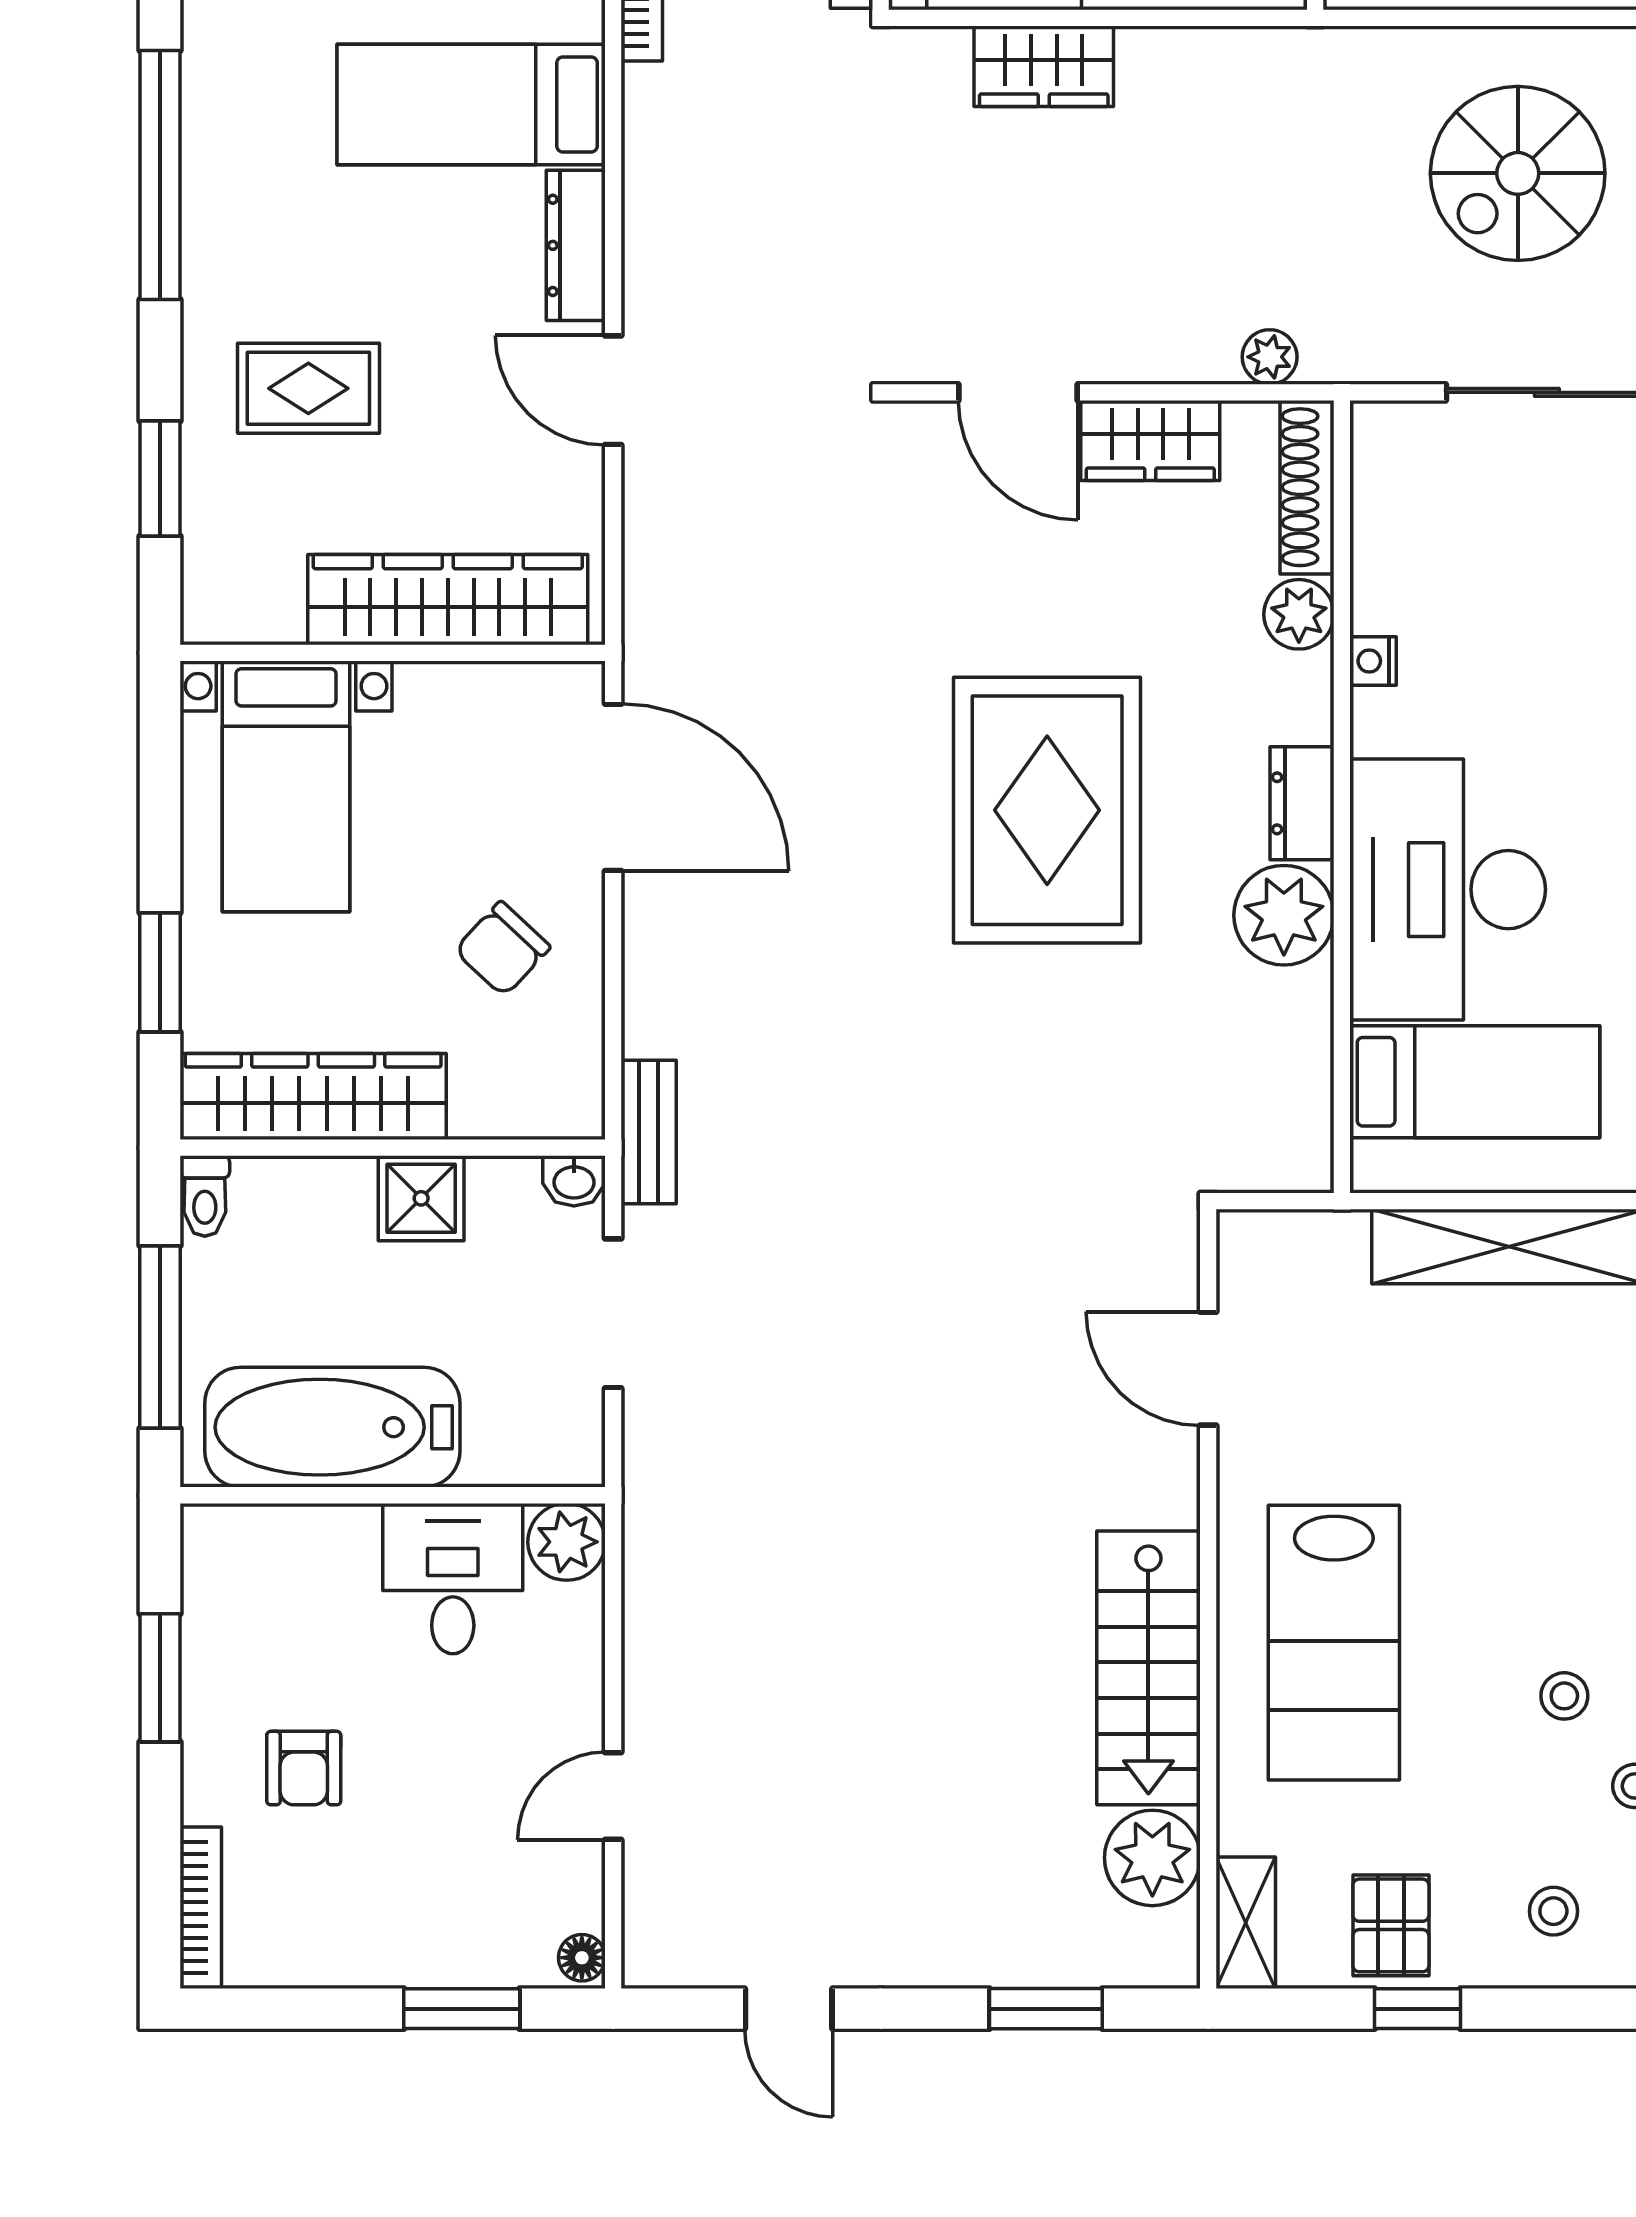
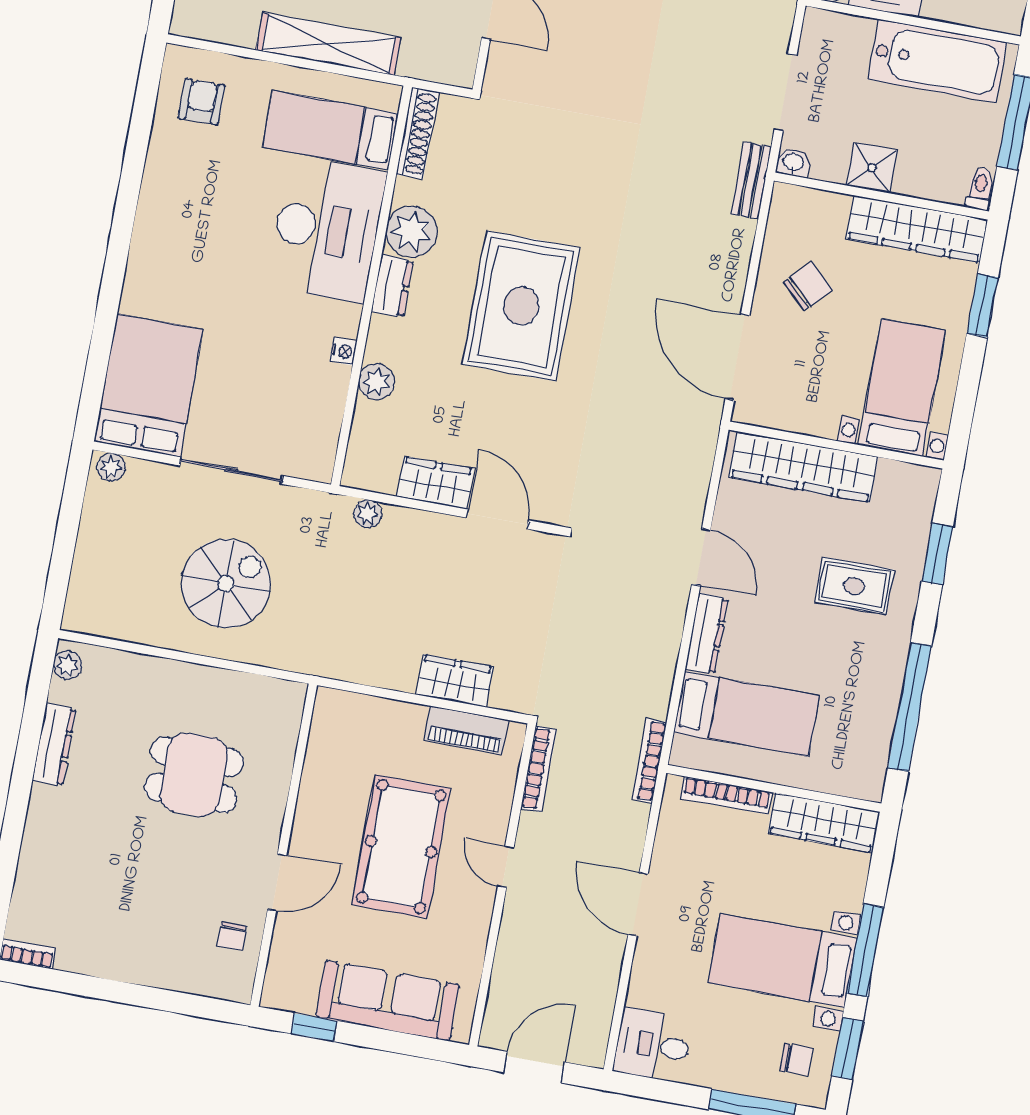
shoe rack: (1307, 487) -> (417, 133), moved

